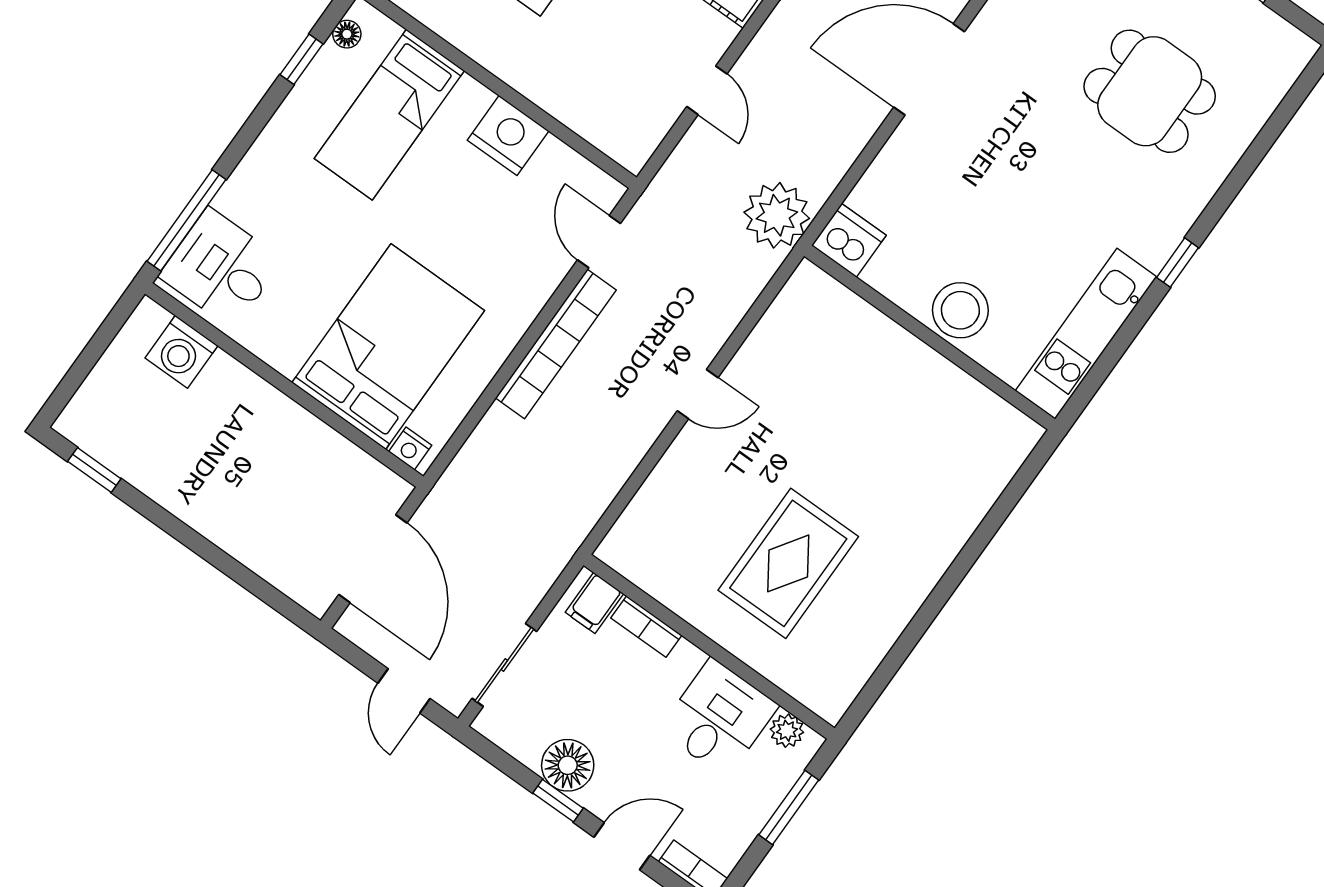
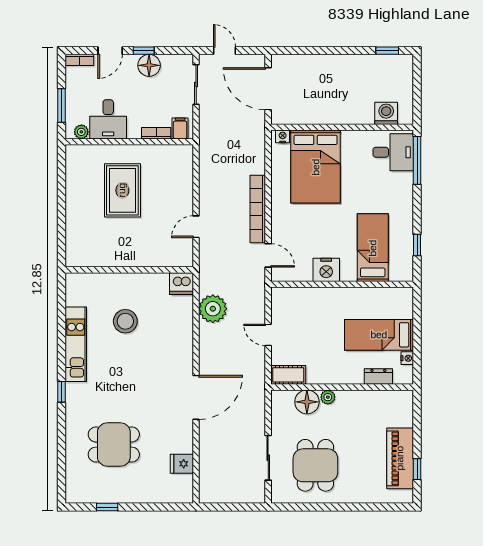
floor lamp: (347, 34) -> (407, 265), removed
dishwasher: (849, 240) -> (181, 284), moved
wall: (930, 338) -> (129, 270), moved

